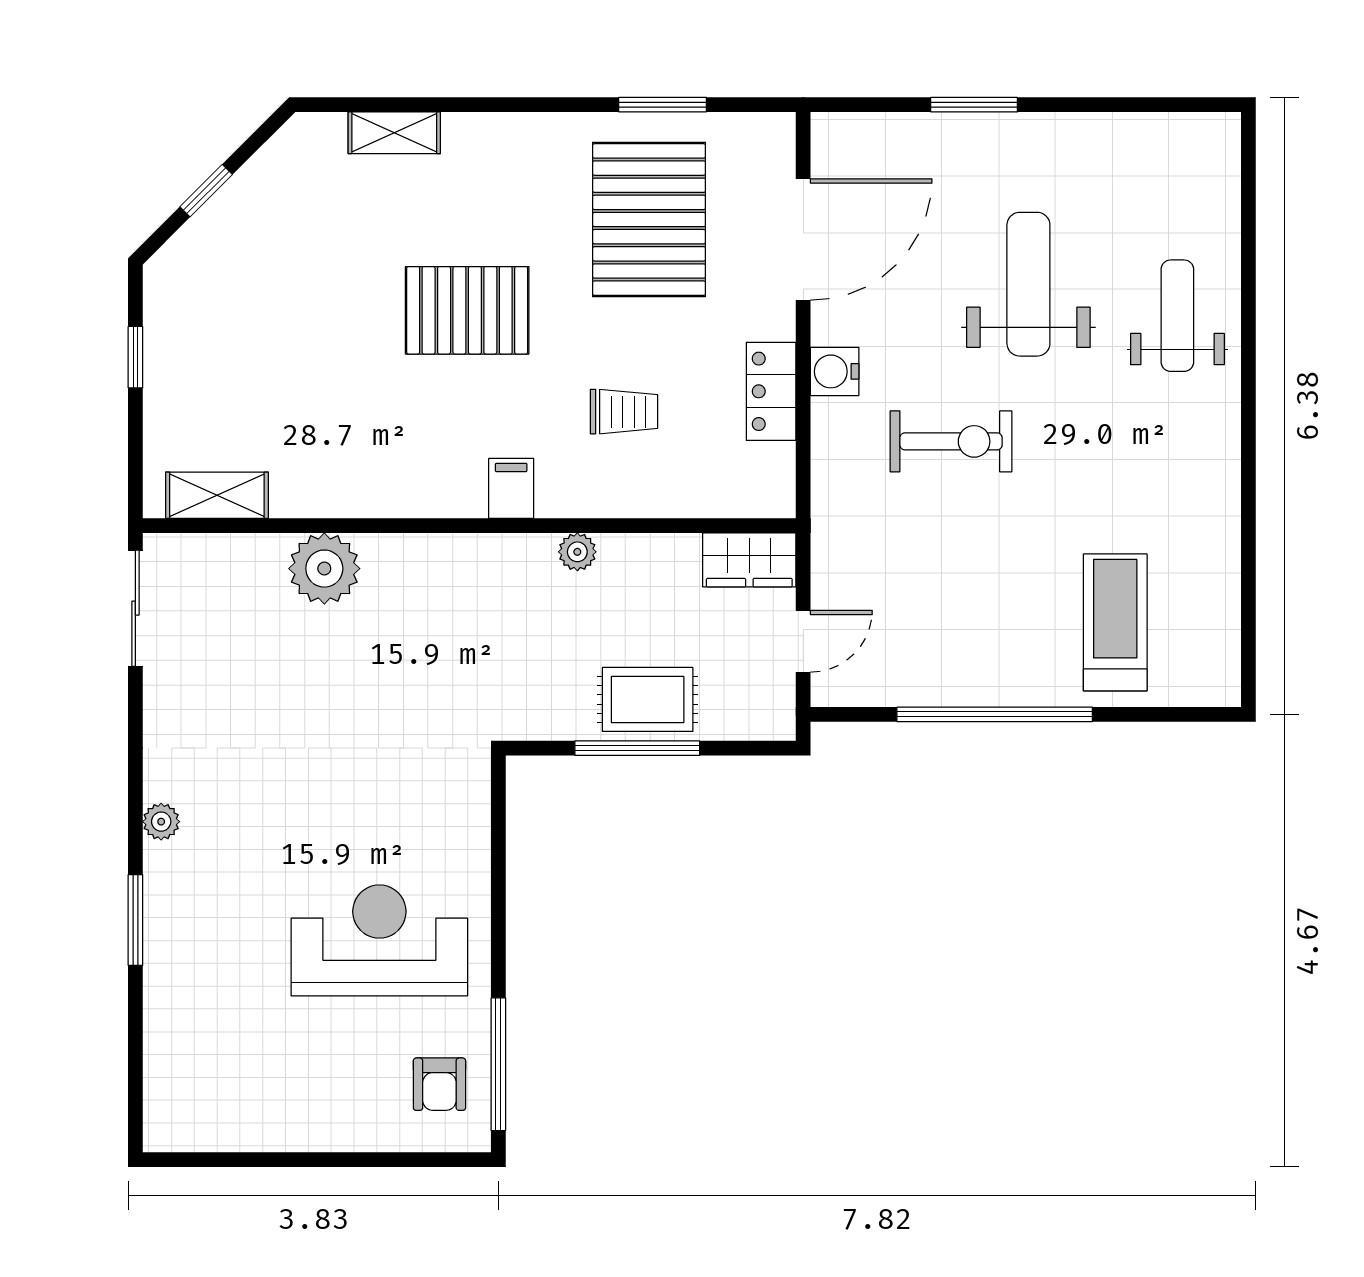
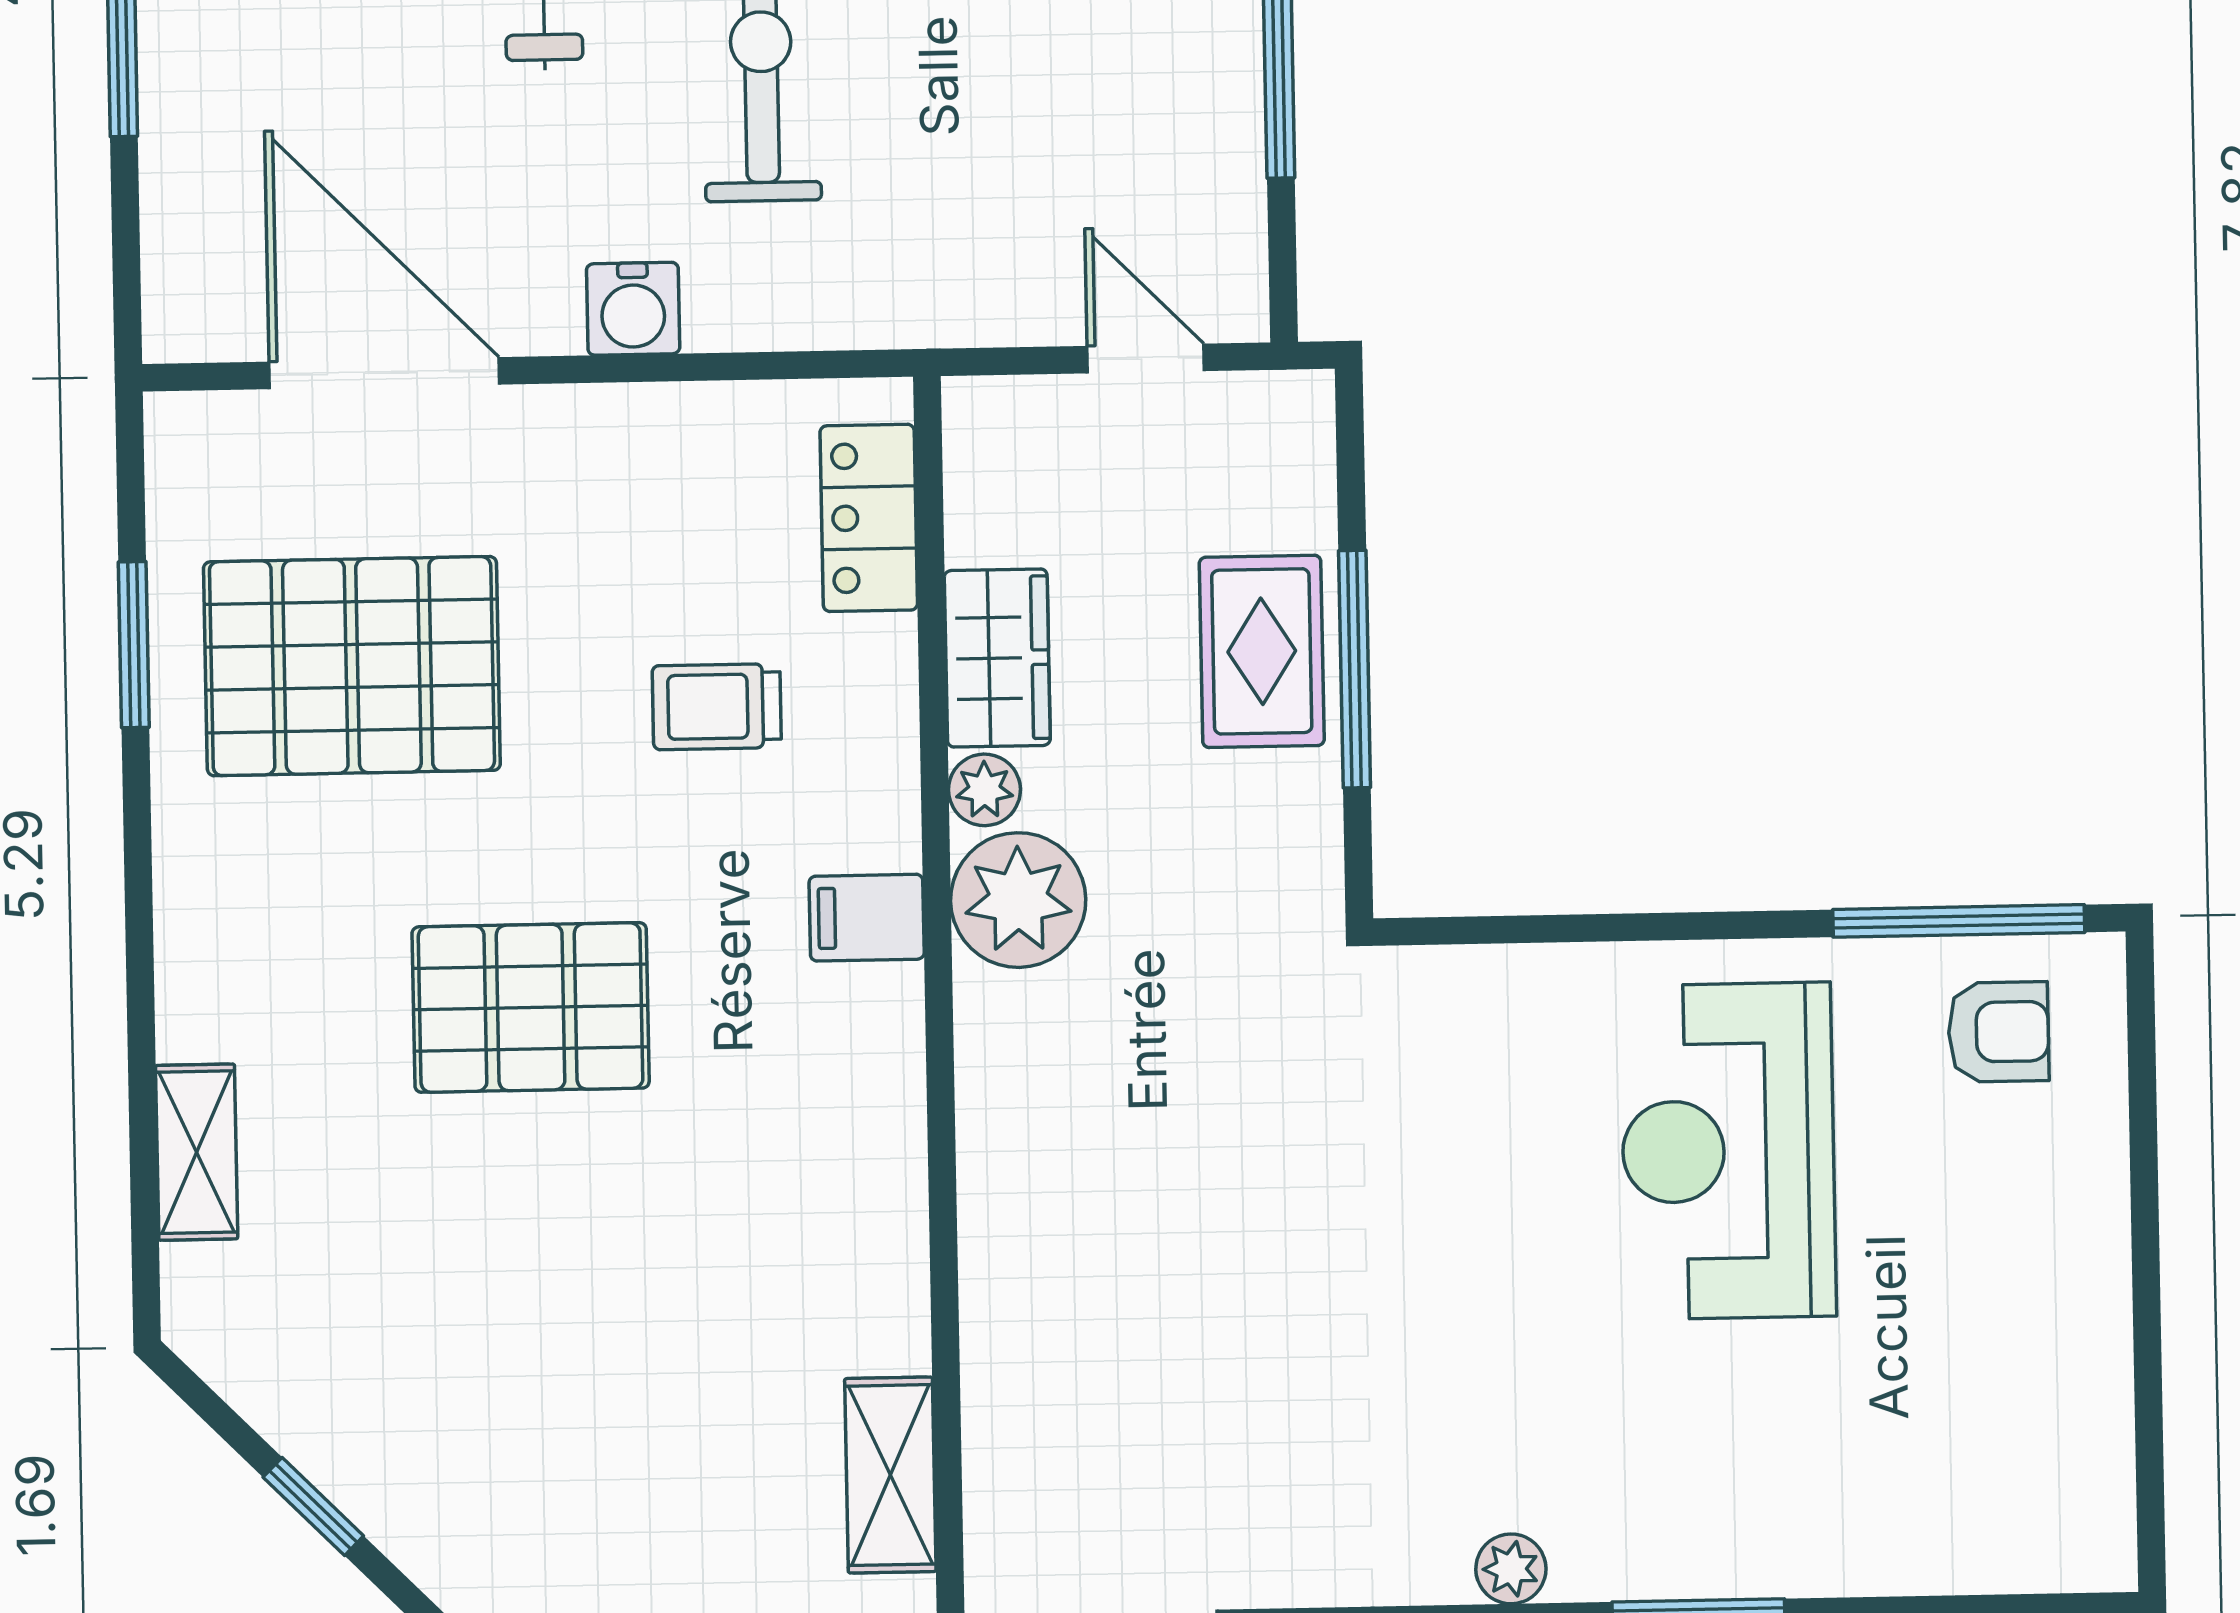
pallet: (467, 310) -> (531, 1007), turned 90
locker: (771, 391) -> (869, 518), moved, turned 90
trolley: (624, 412) -> (717, 707), turned -90
wardrobe: (749, 560) -> (997, 658), moved
plant: (324, 569) -> (1018, 900), moved

